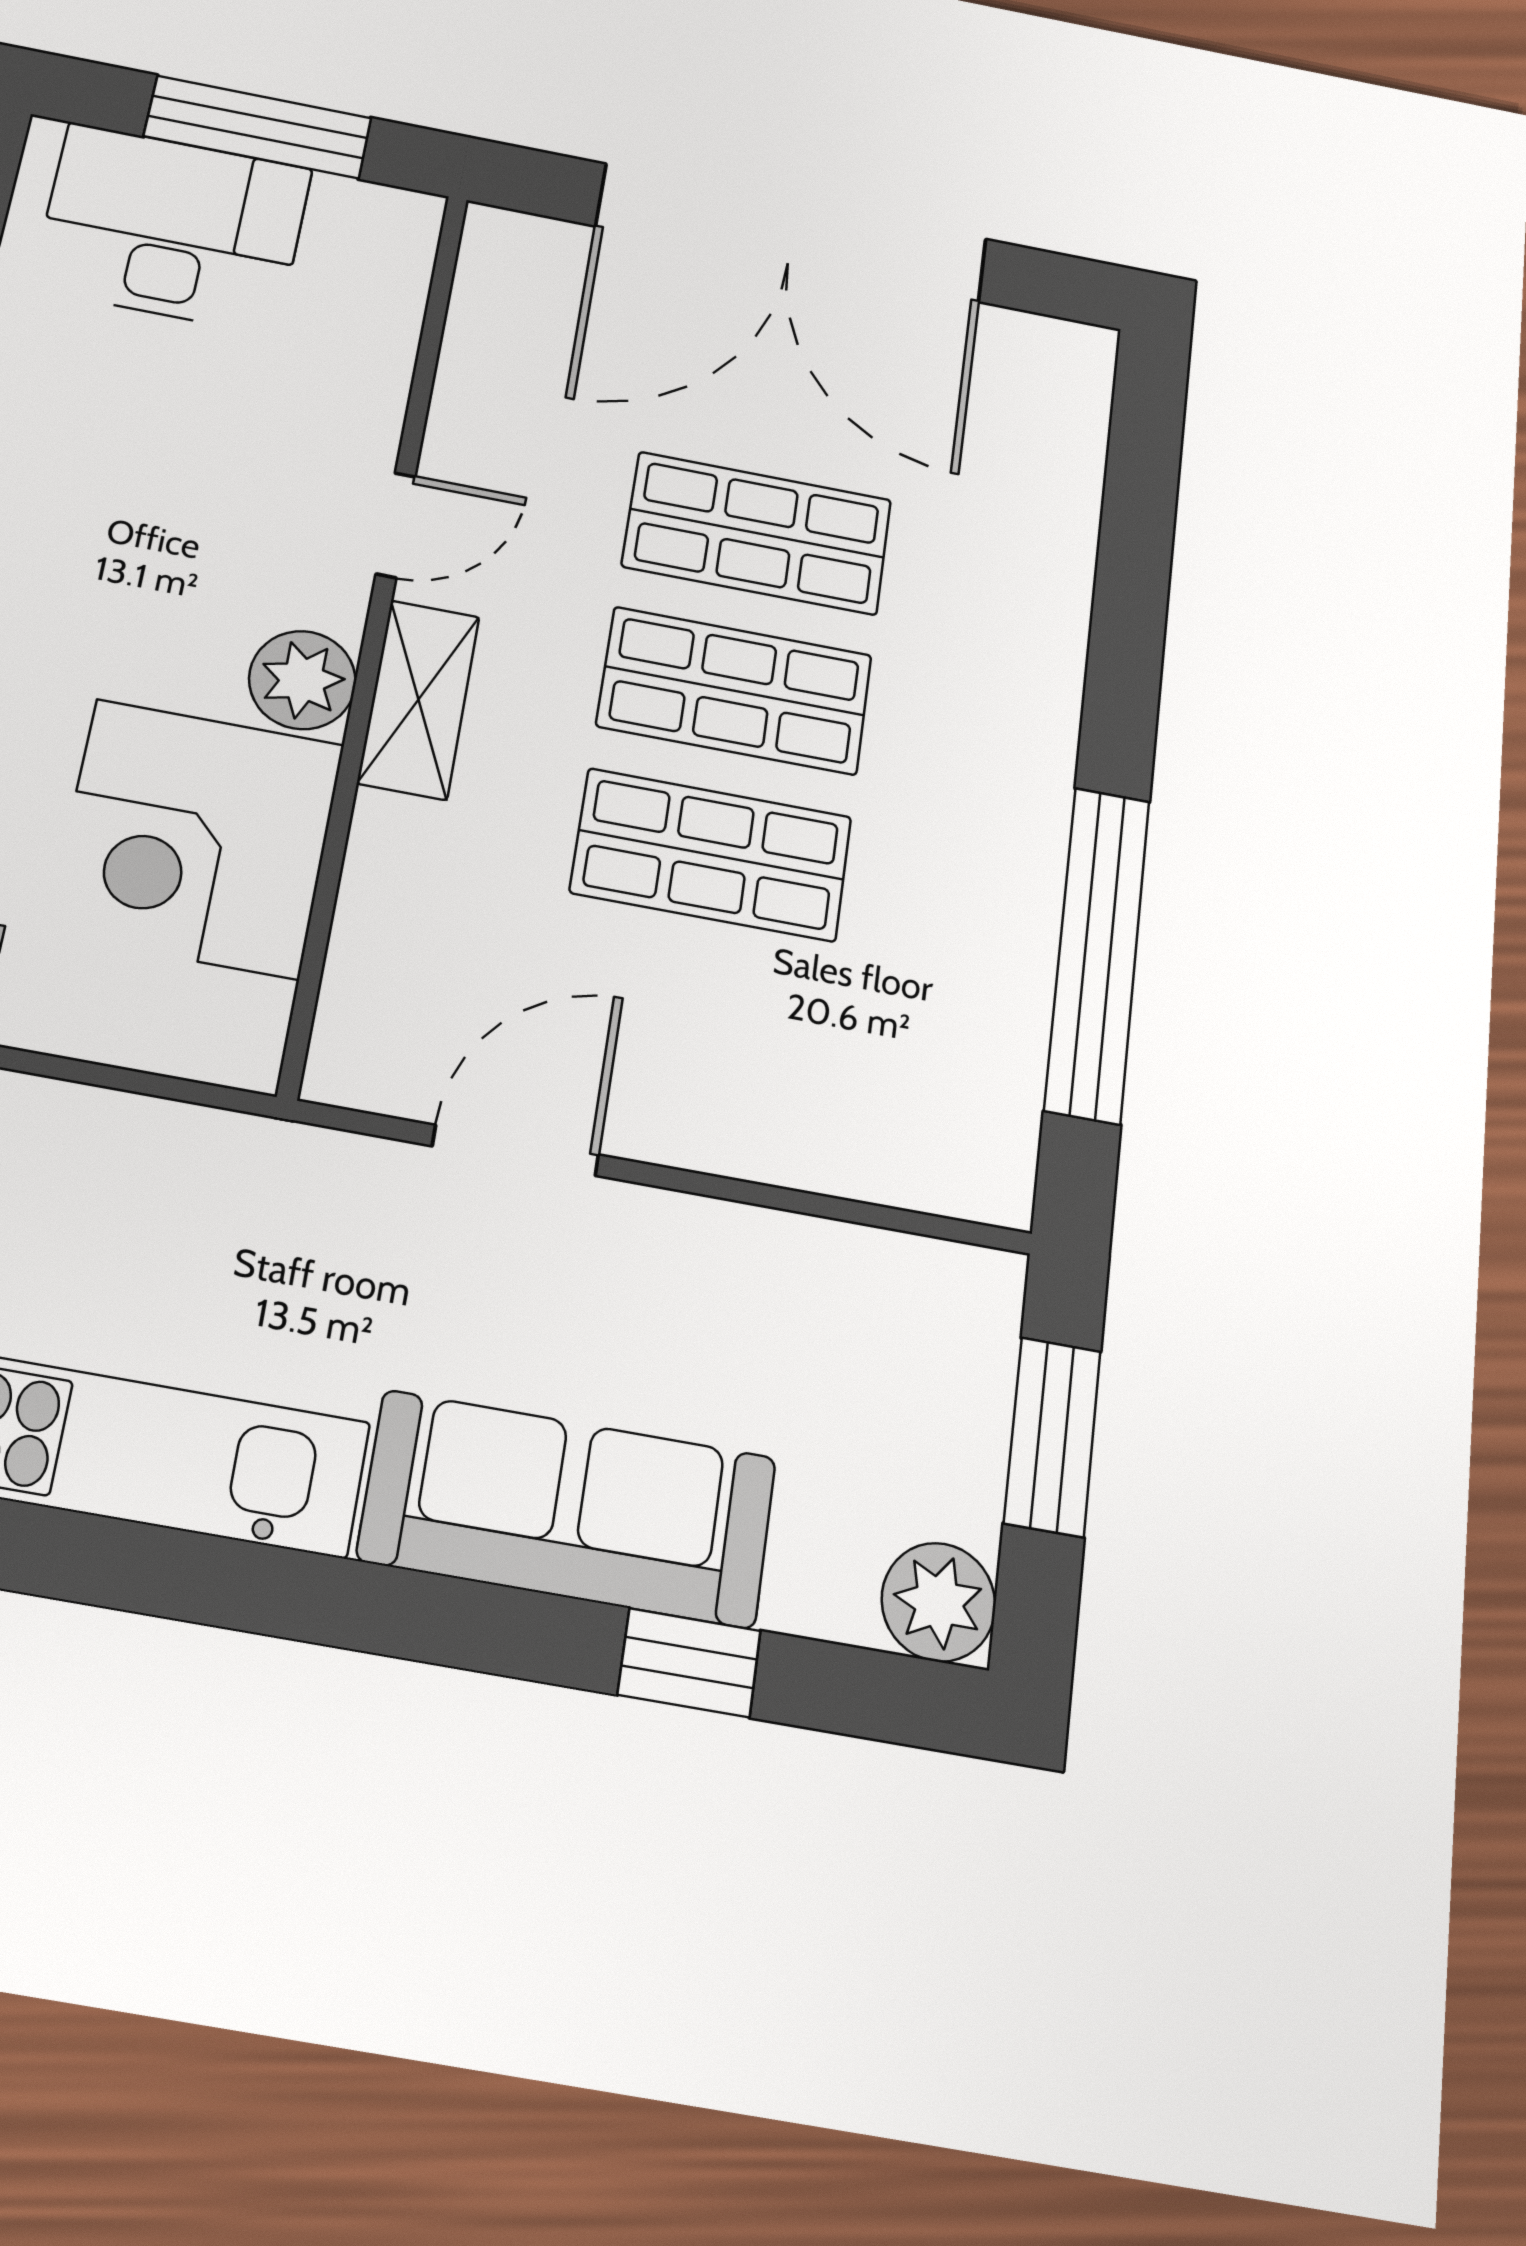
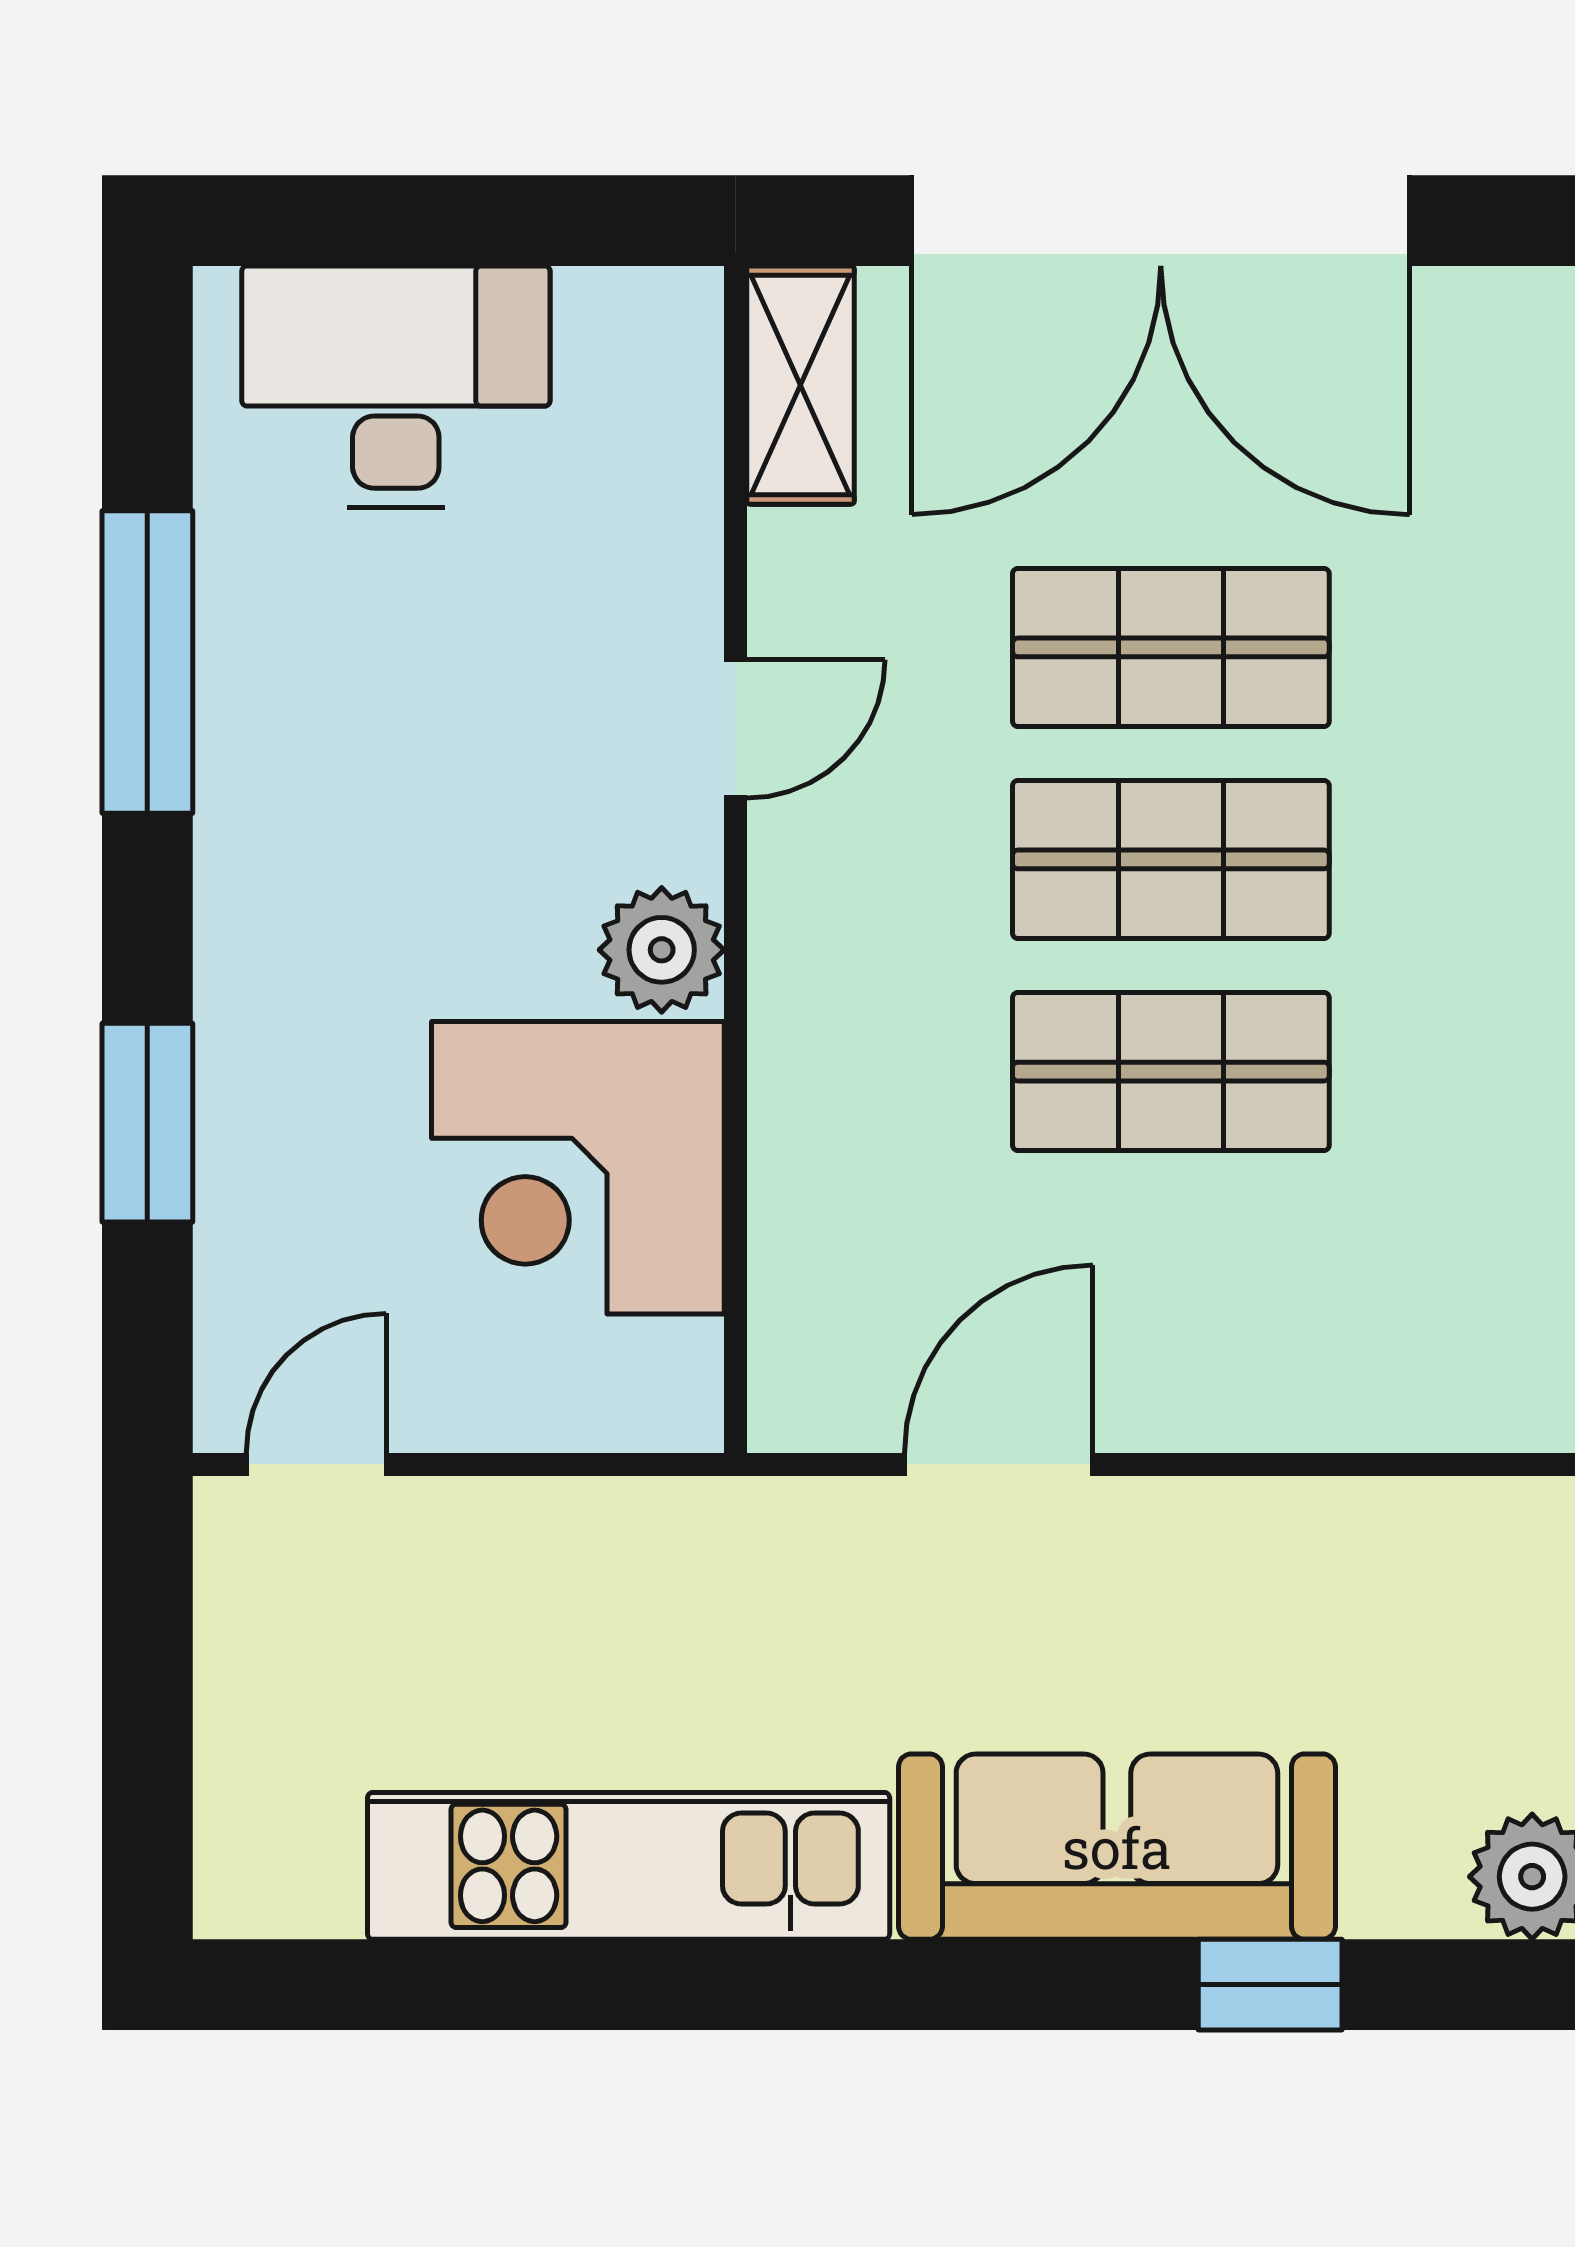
window: (258, 127) -> (472, 221), removed
shelving: (419, 699) -> (800, 385), moved

